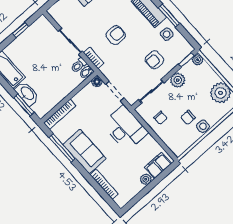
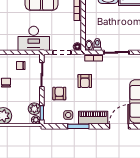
armchair: (116, 35) -> (85, 81), moved
plant: (178, 80) -> (34, 109), moved

